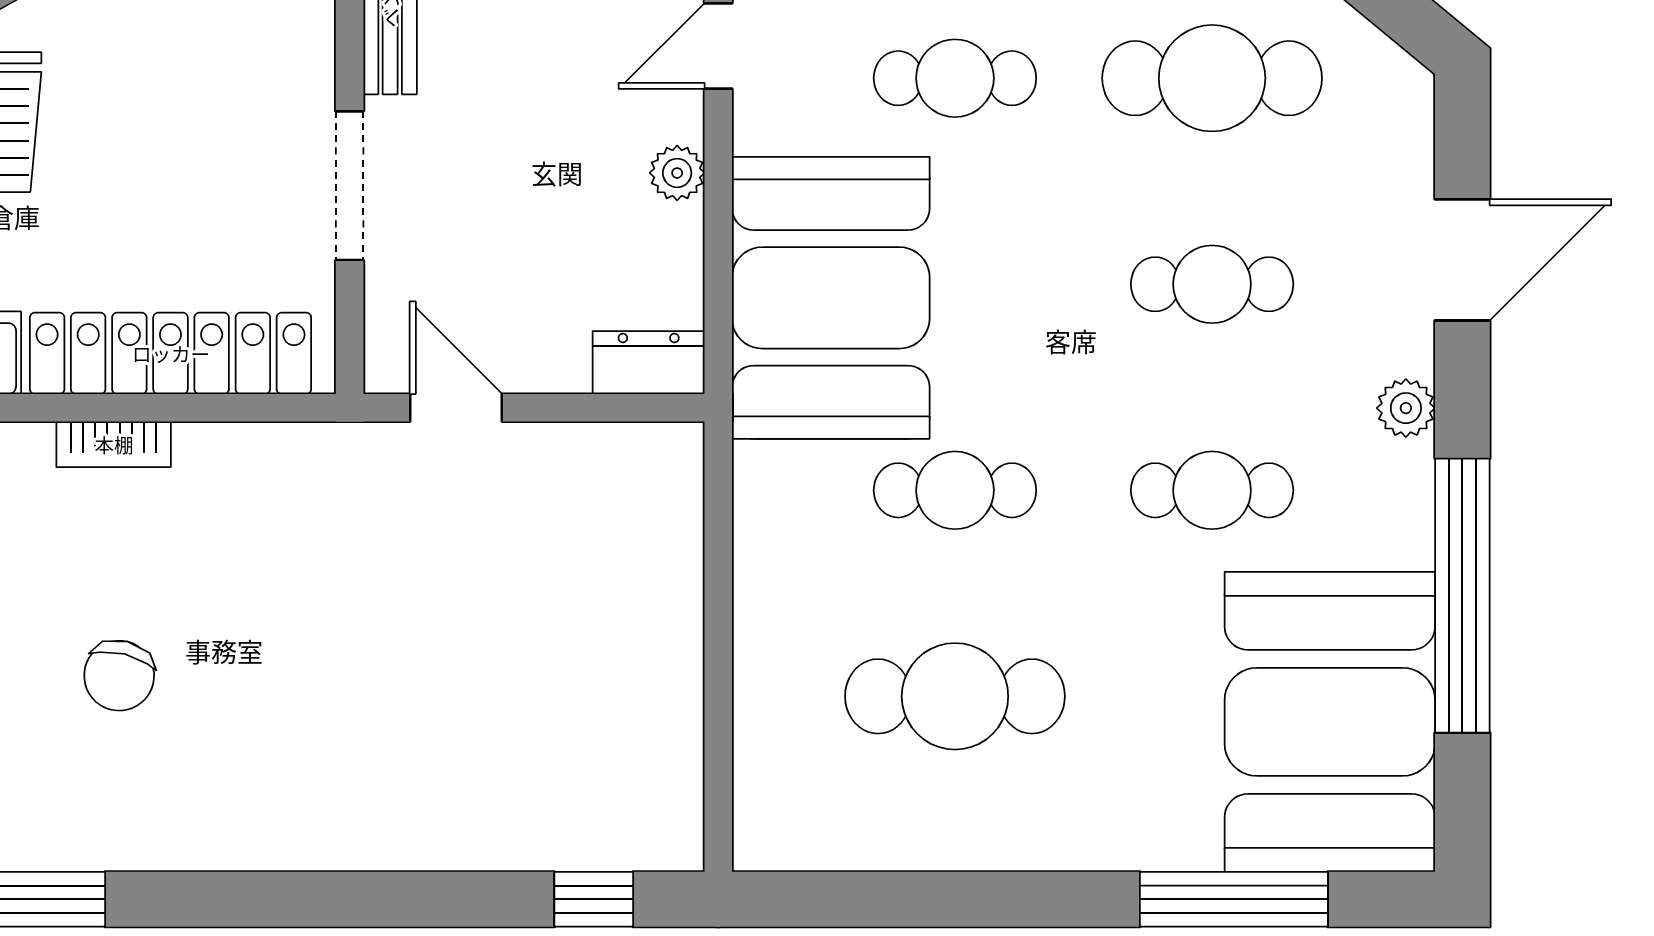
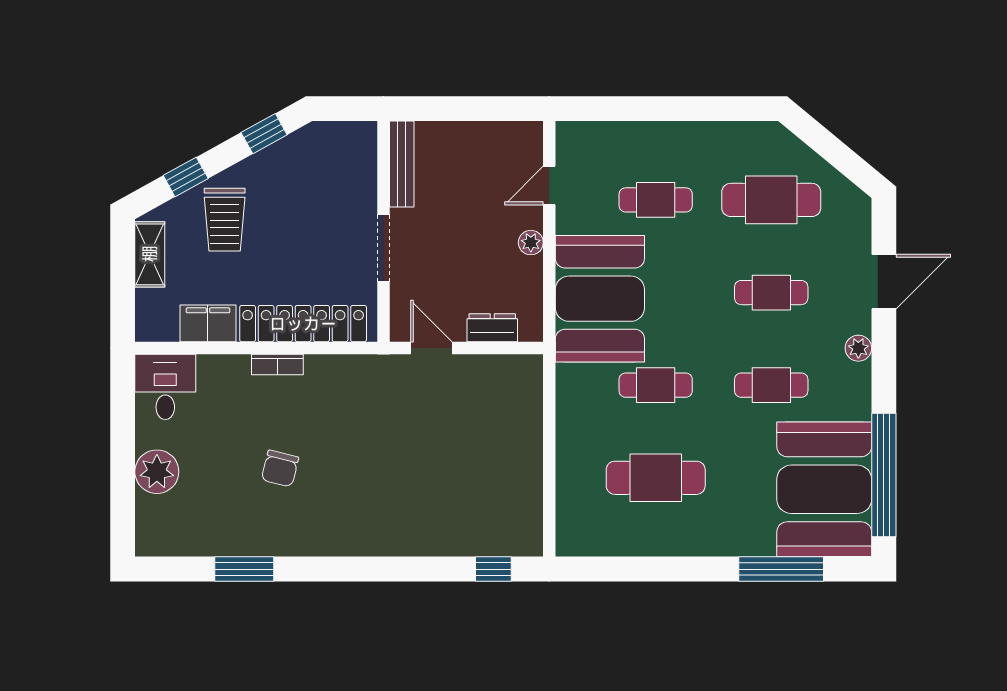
dresser: (649, 363) -> (492, 328), moved
window: (1462, 596) -> (884, 475), moved

